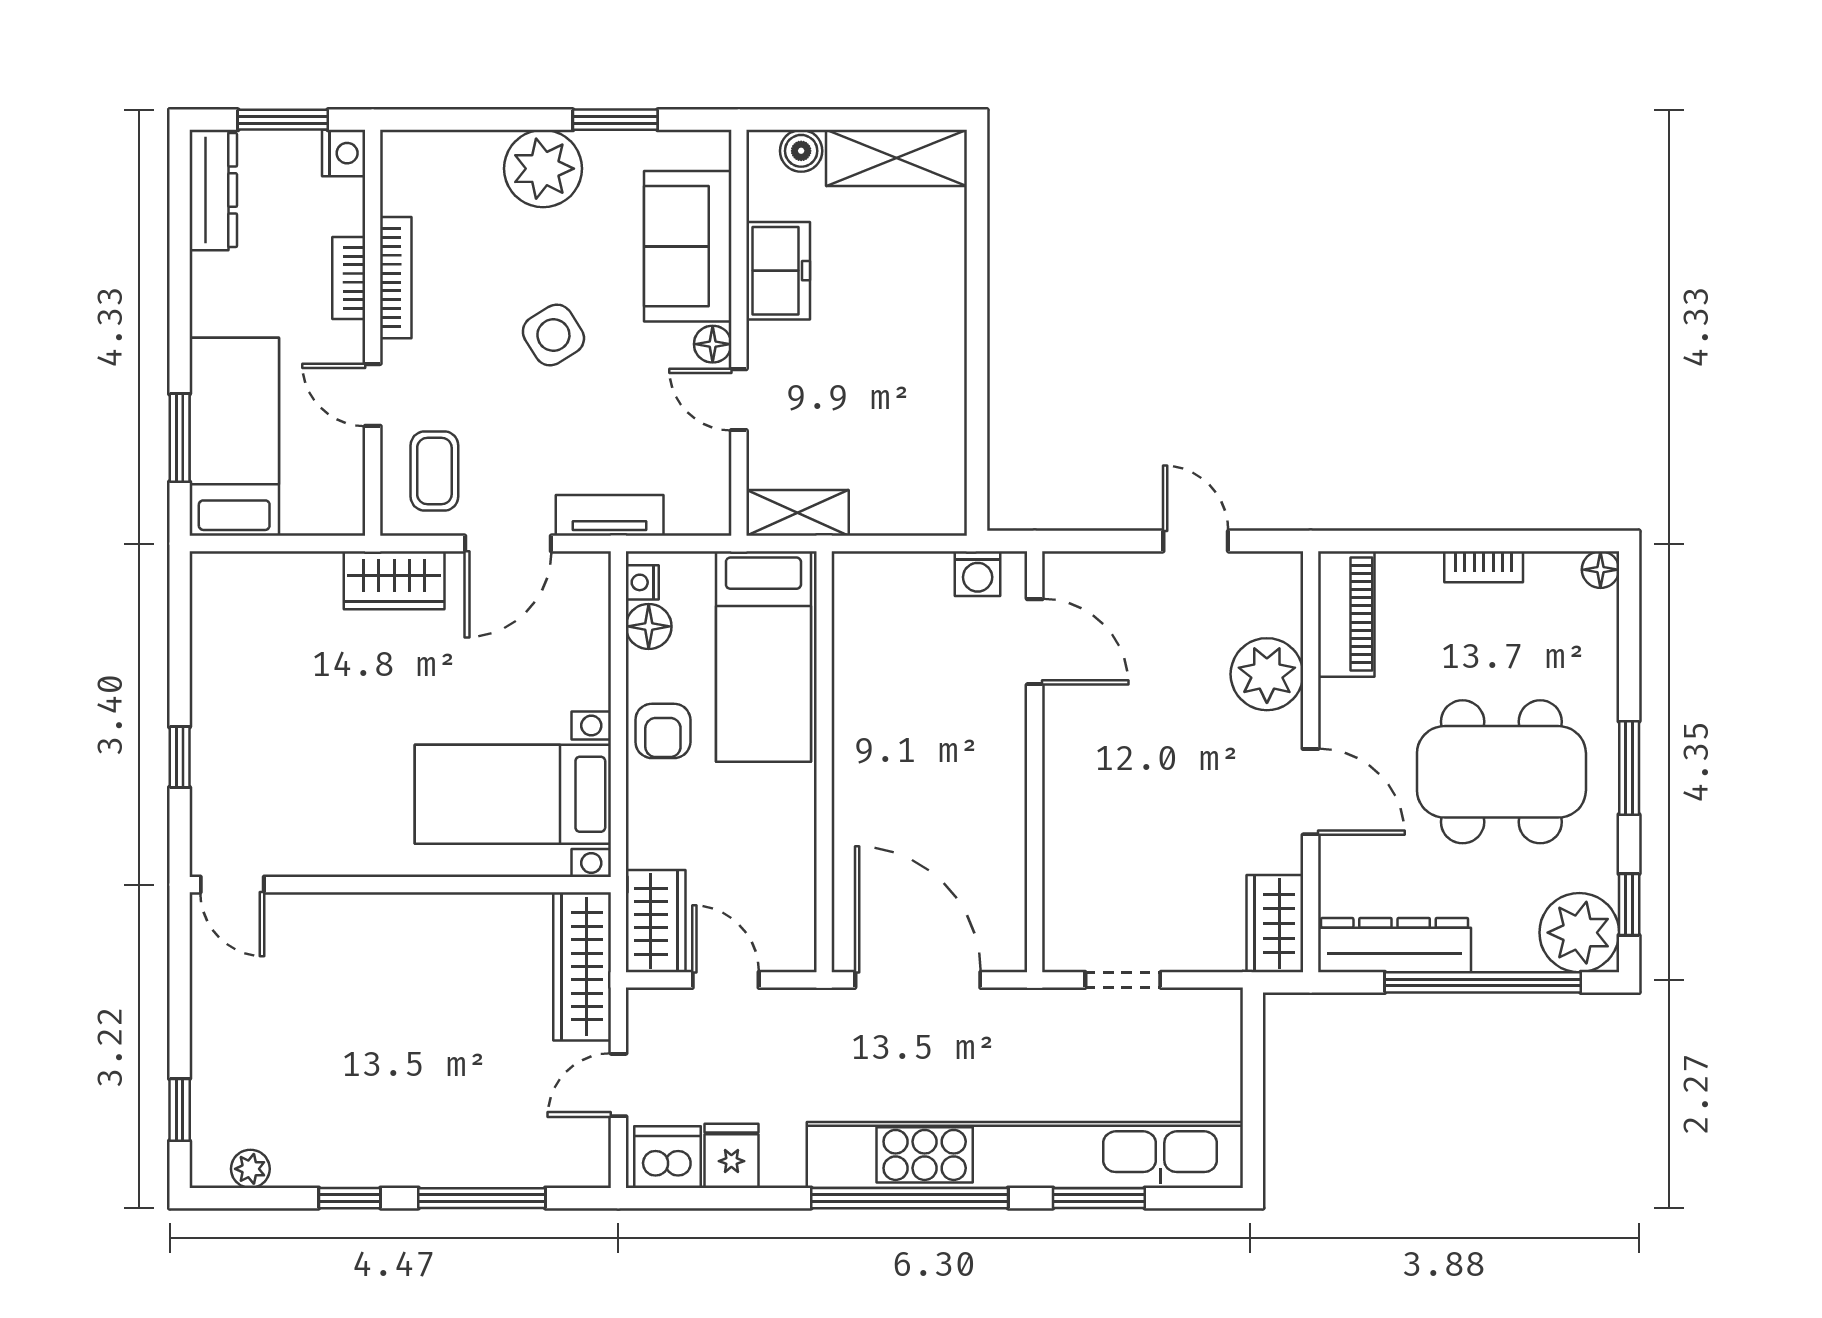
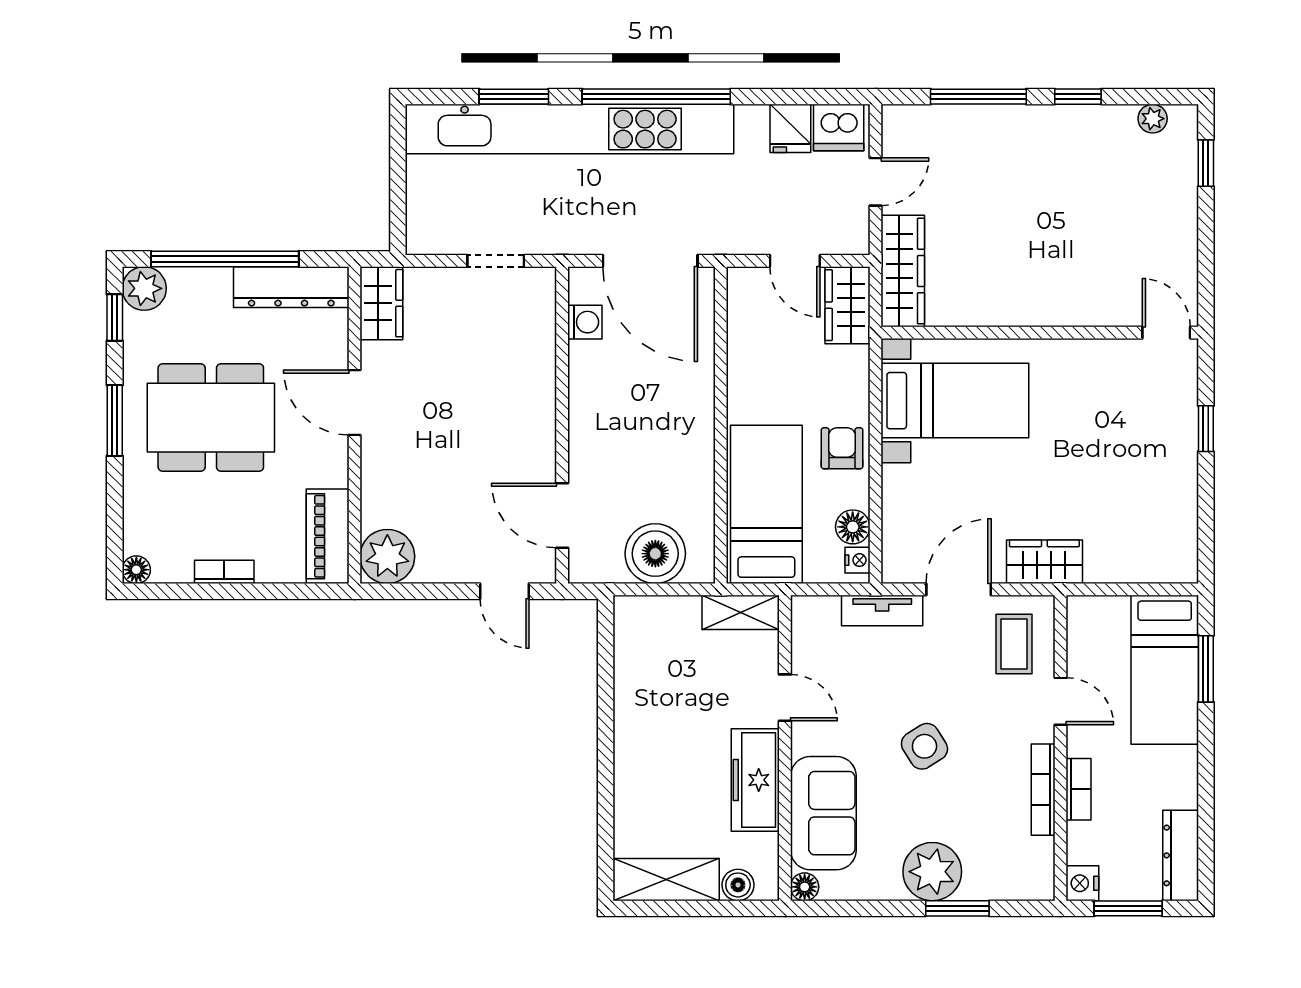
window: (615, 120) -> (957, 908), moved
freezer: (778, 271) -> (755, 780), width x1.40
floor lamp: (713, 344) -> (805, 887), moved
door: (1196, 541) -> (505, 591), moved
washing machine: (978, 574) -> (585, 322), moved, turned 90
boiler: (911, 591) -> (655, 554), added
plant: (1267, 674) -> (387, 556), moved
plant: (1579, 933) -> (144, 288), width x0.73, depth x0.73

